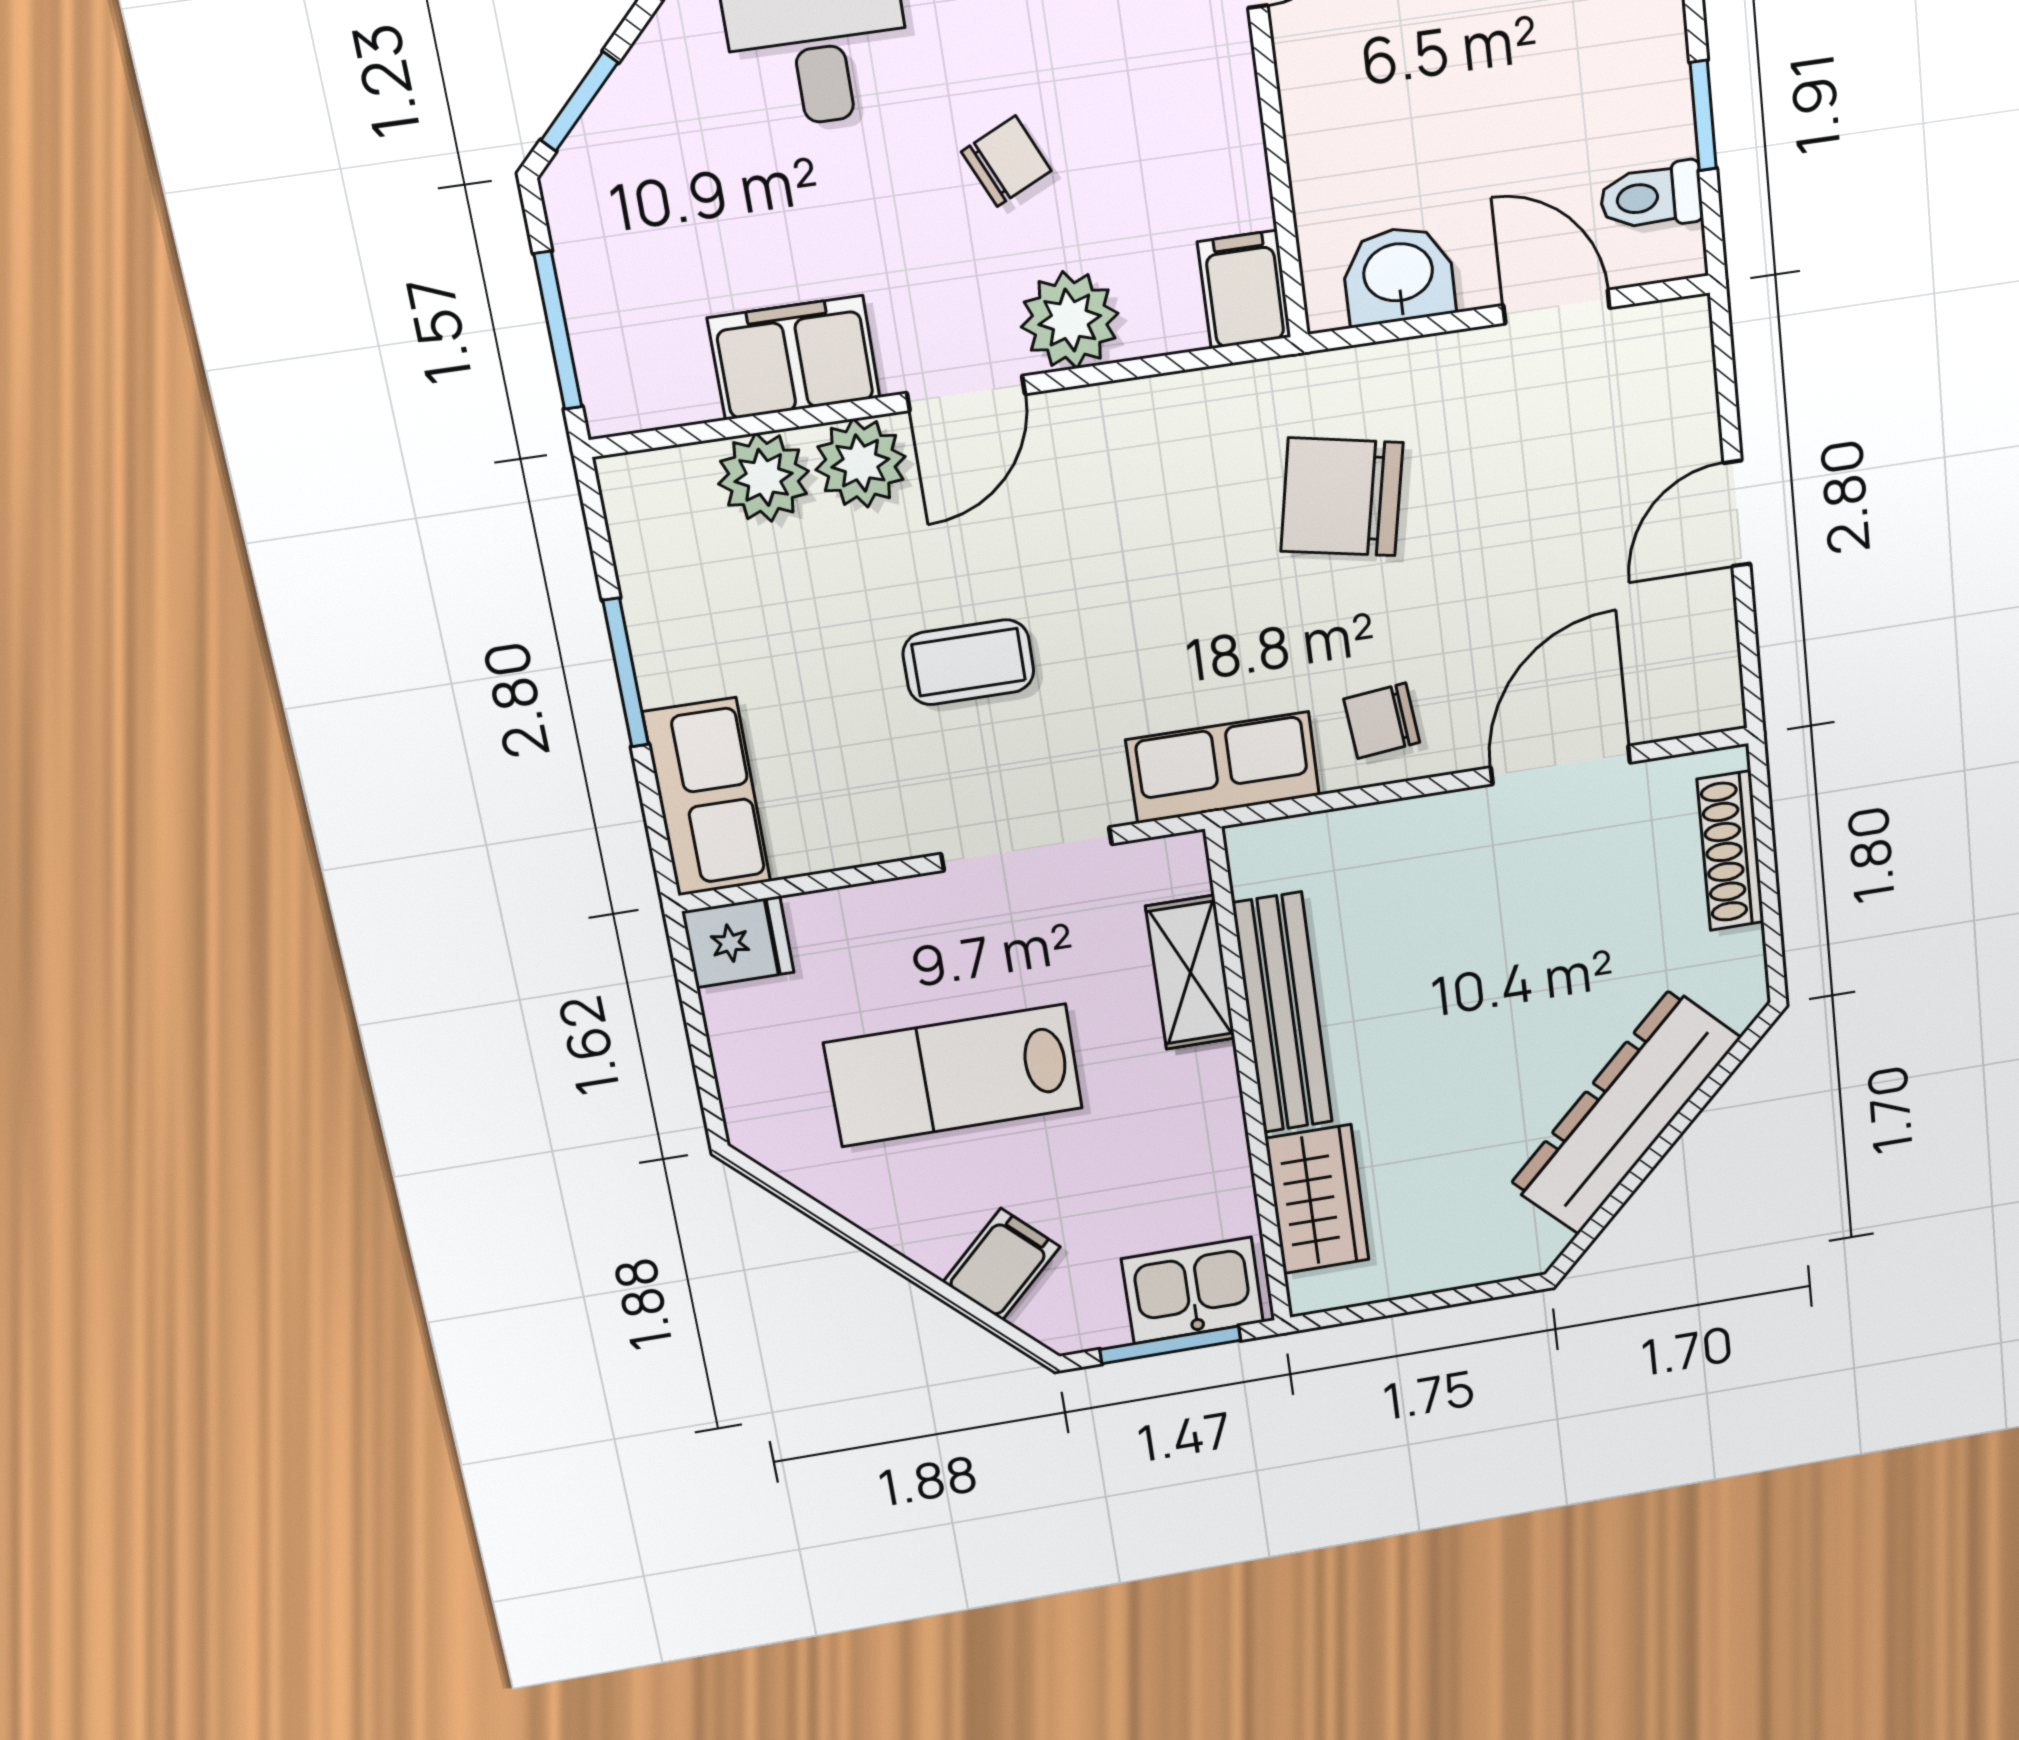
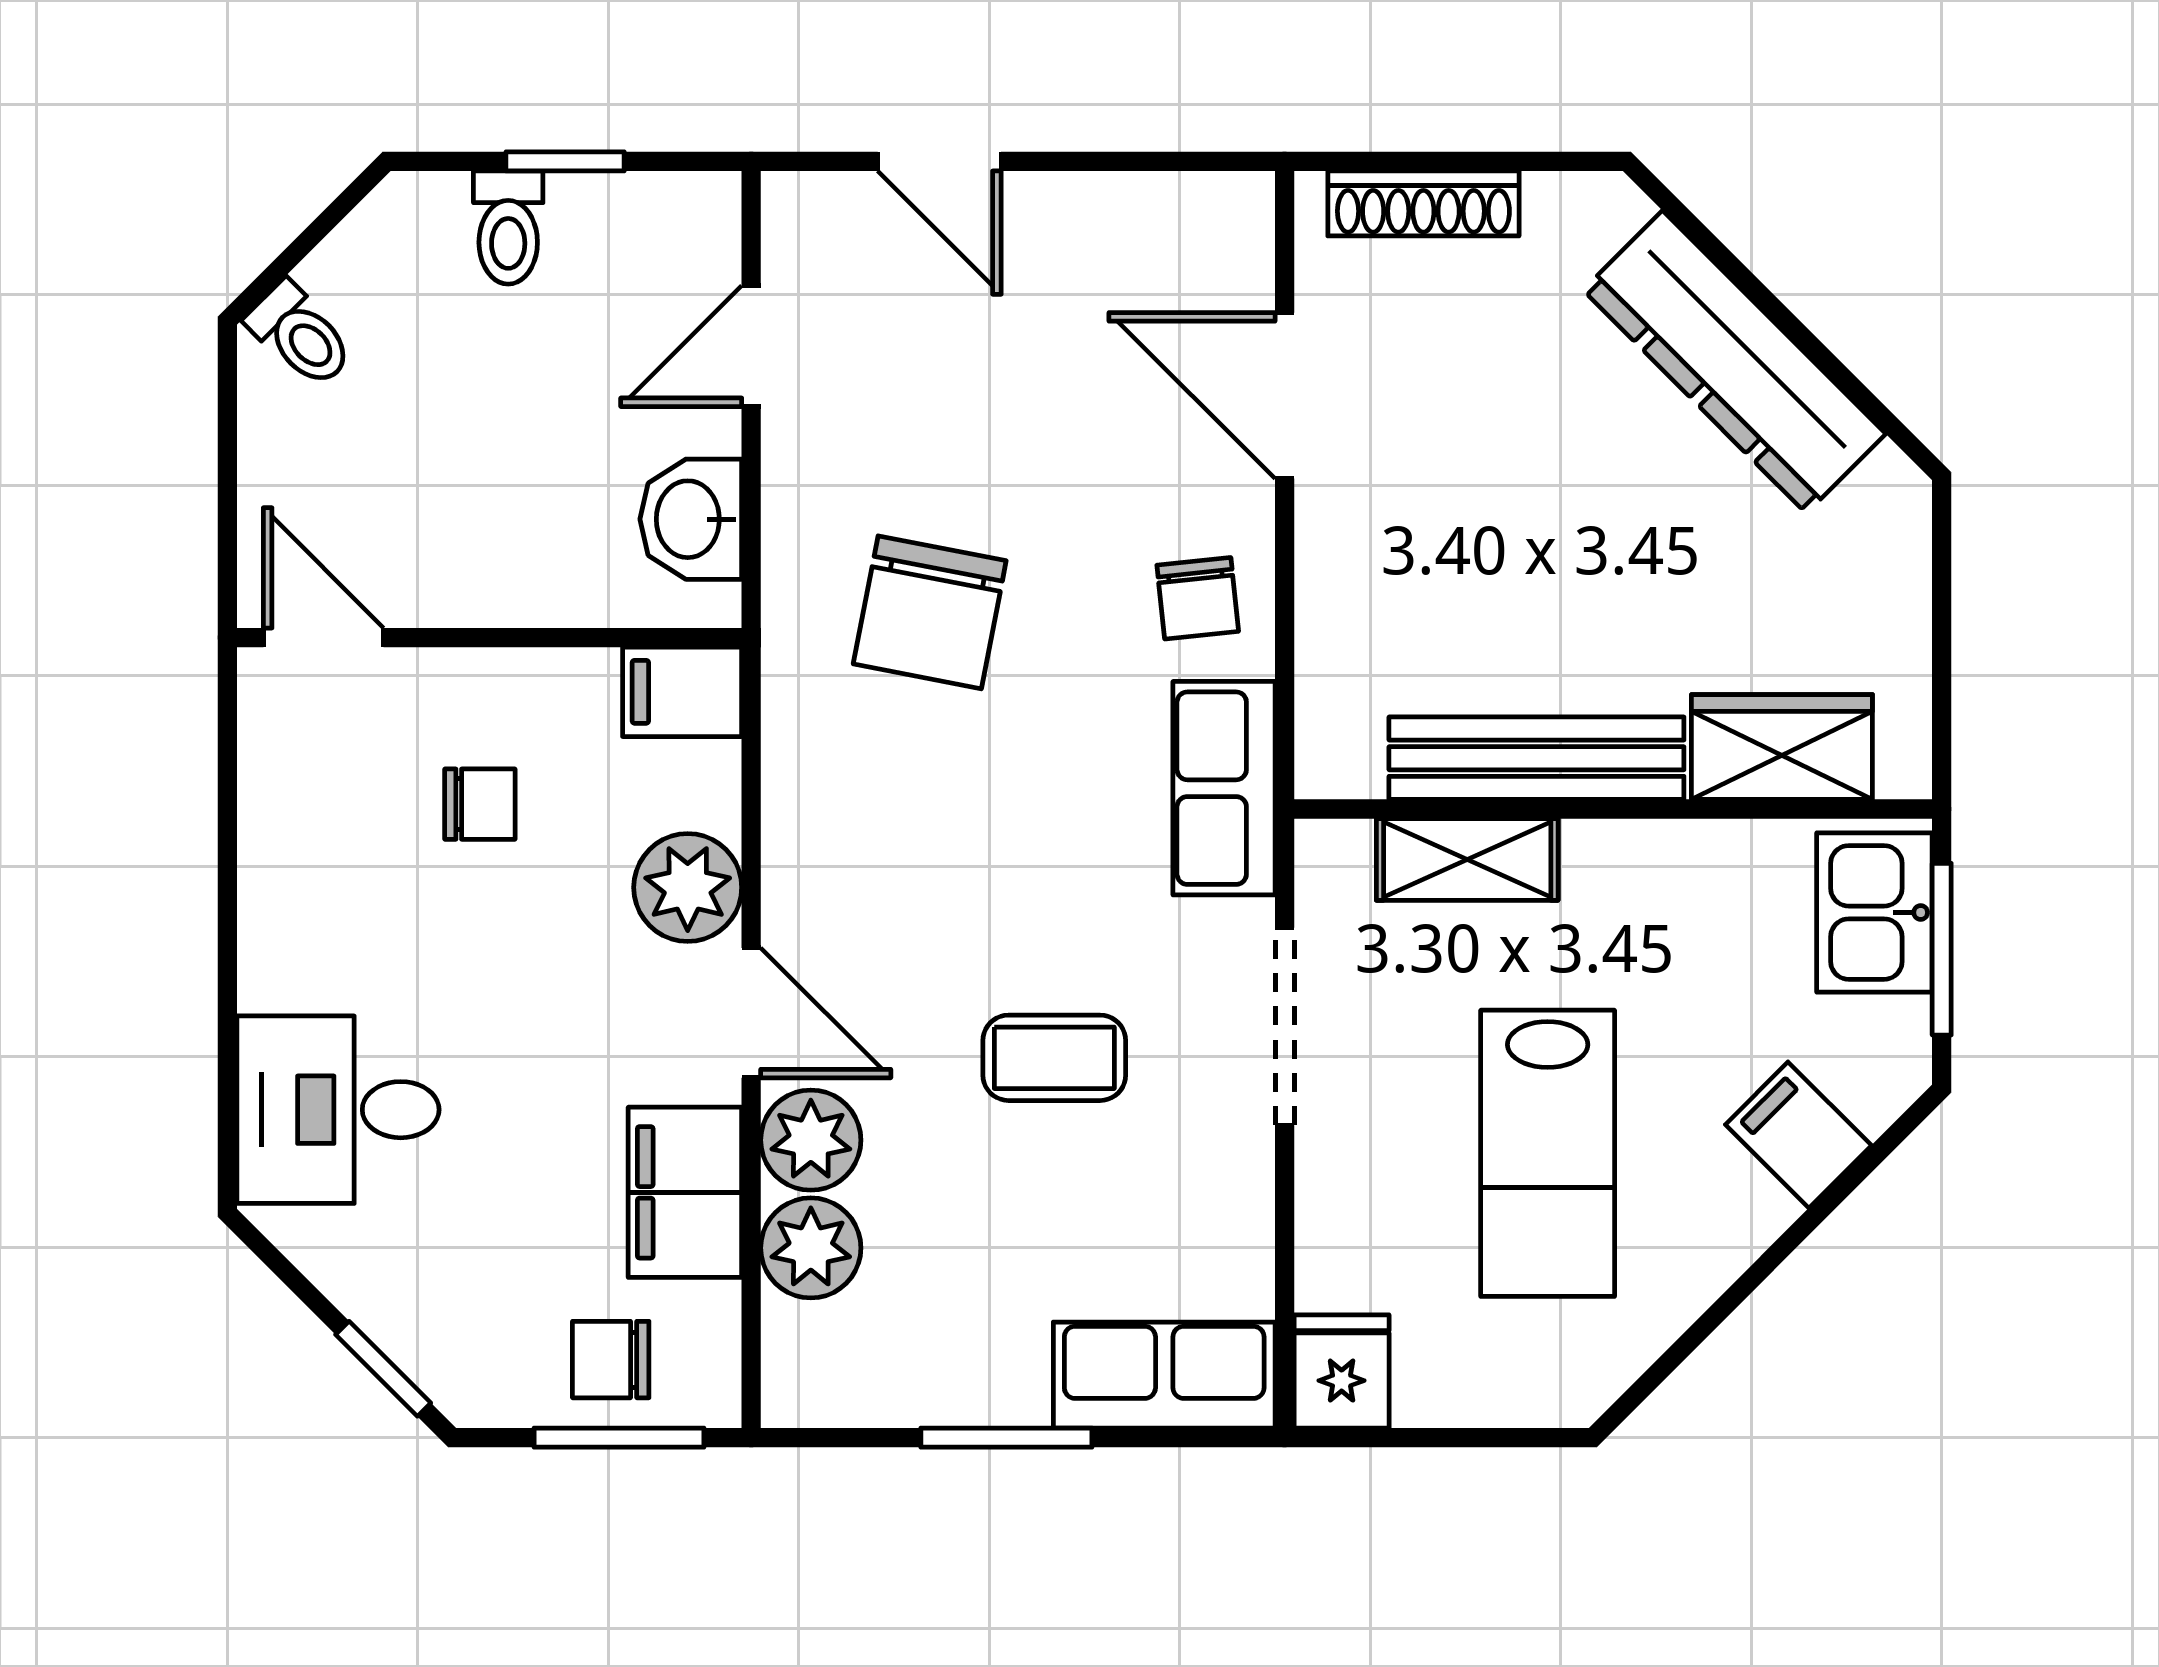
chair: (1006, 161) -> (480, 804), moved, turned 115
toilet: (1651, 197) -> (508, 228), moved
chair: (628, 313) -> (611, 1360), added
door: (1737, 514) -> (939, 161), moved
coffee table: (968, 662) -> (1054, 1058), turned 90

